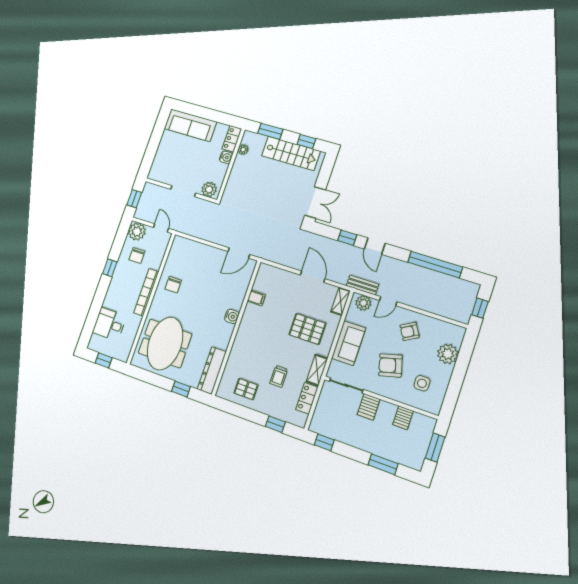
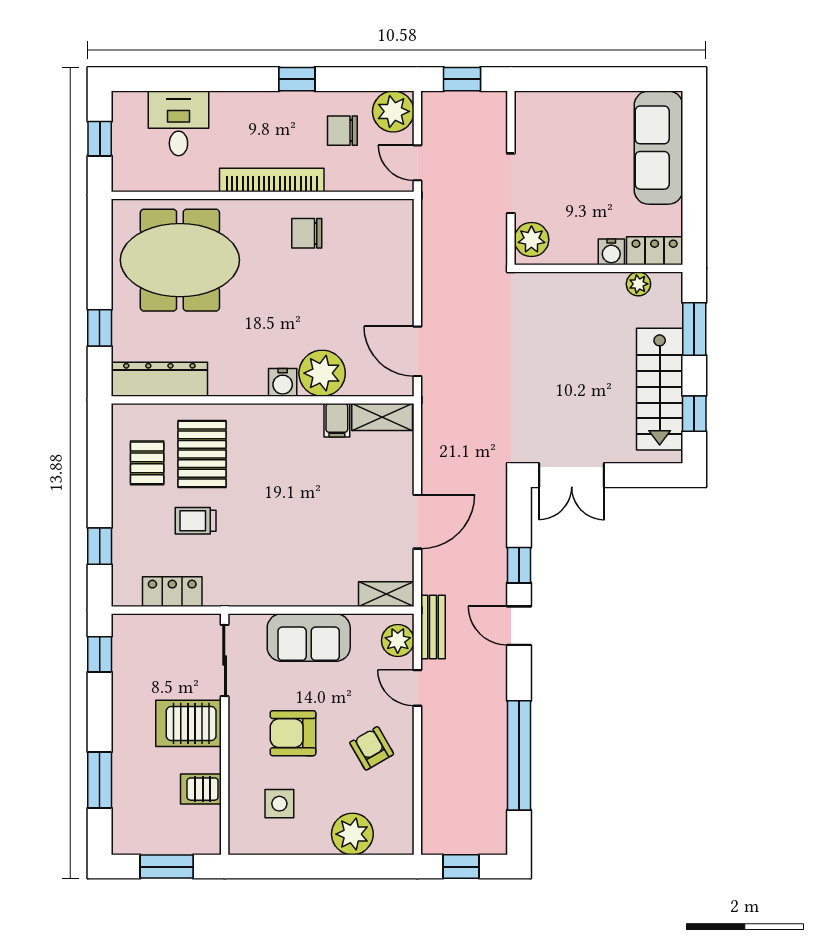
door: (161, 228) -> (417, 163), swing flipped
door: (375, 246) -> (519, 626), hinge flipped
plant: (234, 298) -> (322, 373), added
pallet: (307, 329) -> (202, 454), moved
armchair: (391, 365) -> (293, 733), turned -75
shelving: (317, 370) -> (382, 417), moved
server rack: (369, 407) -> (189, 723), width x1.36, depth x1.44

